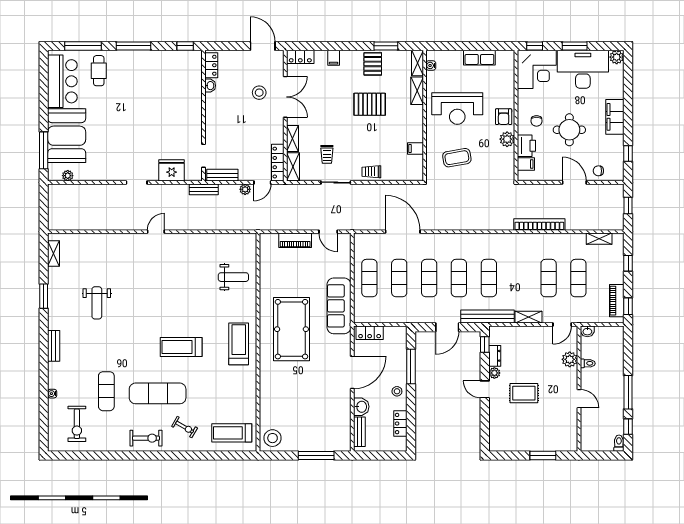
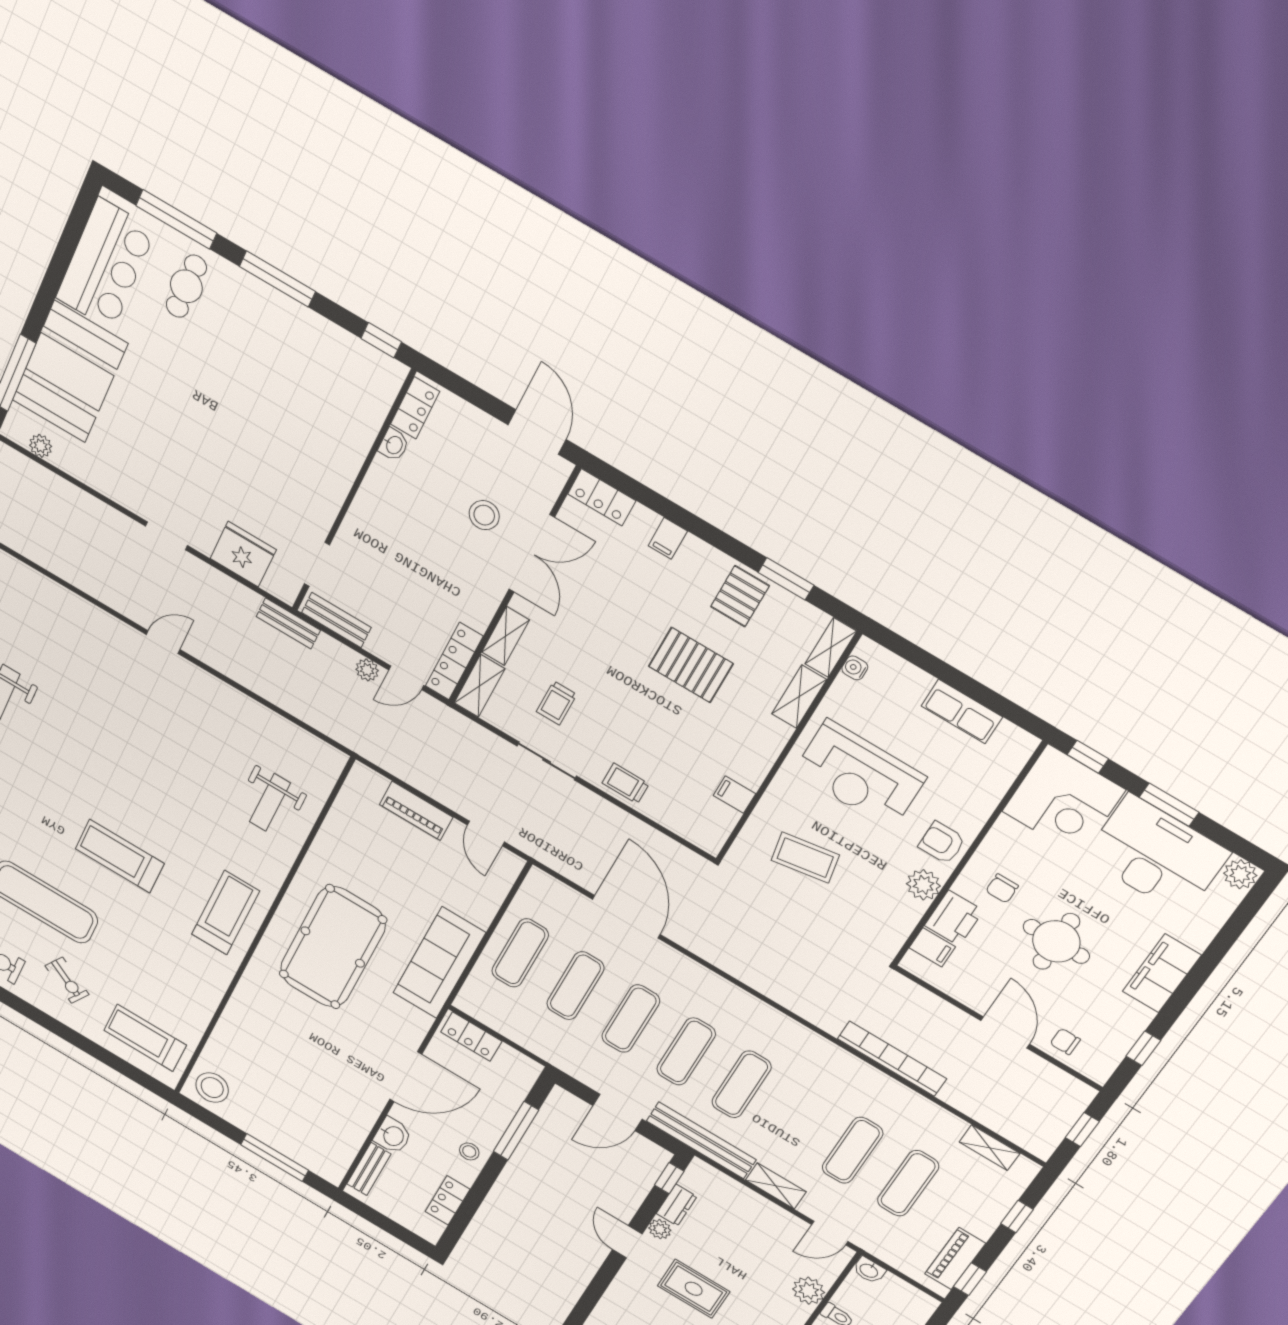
armchair: (504, 117) -> (942, 843), turned 90
weight bench: (233, 277) -> (270, 802), turned 90

